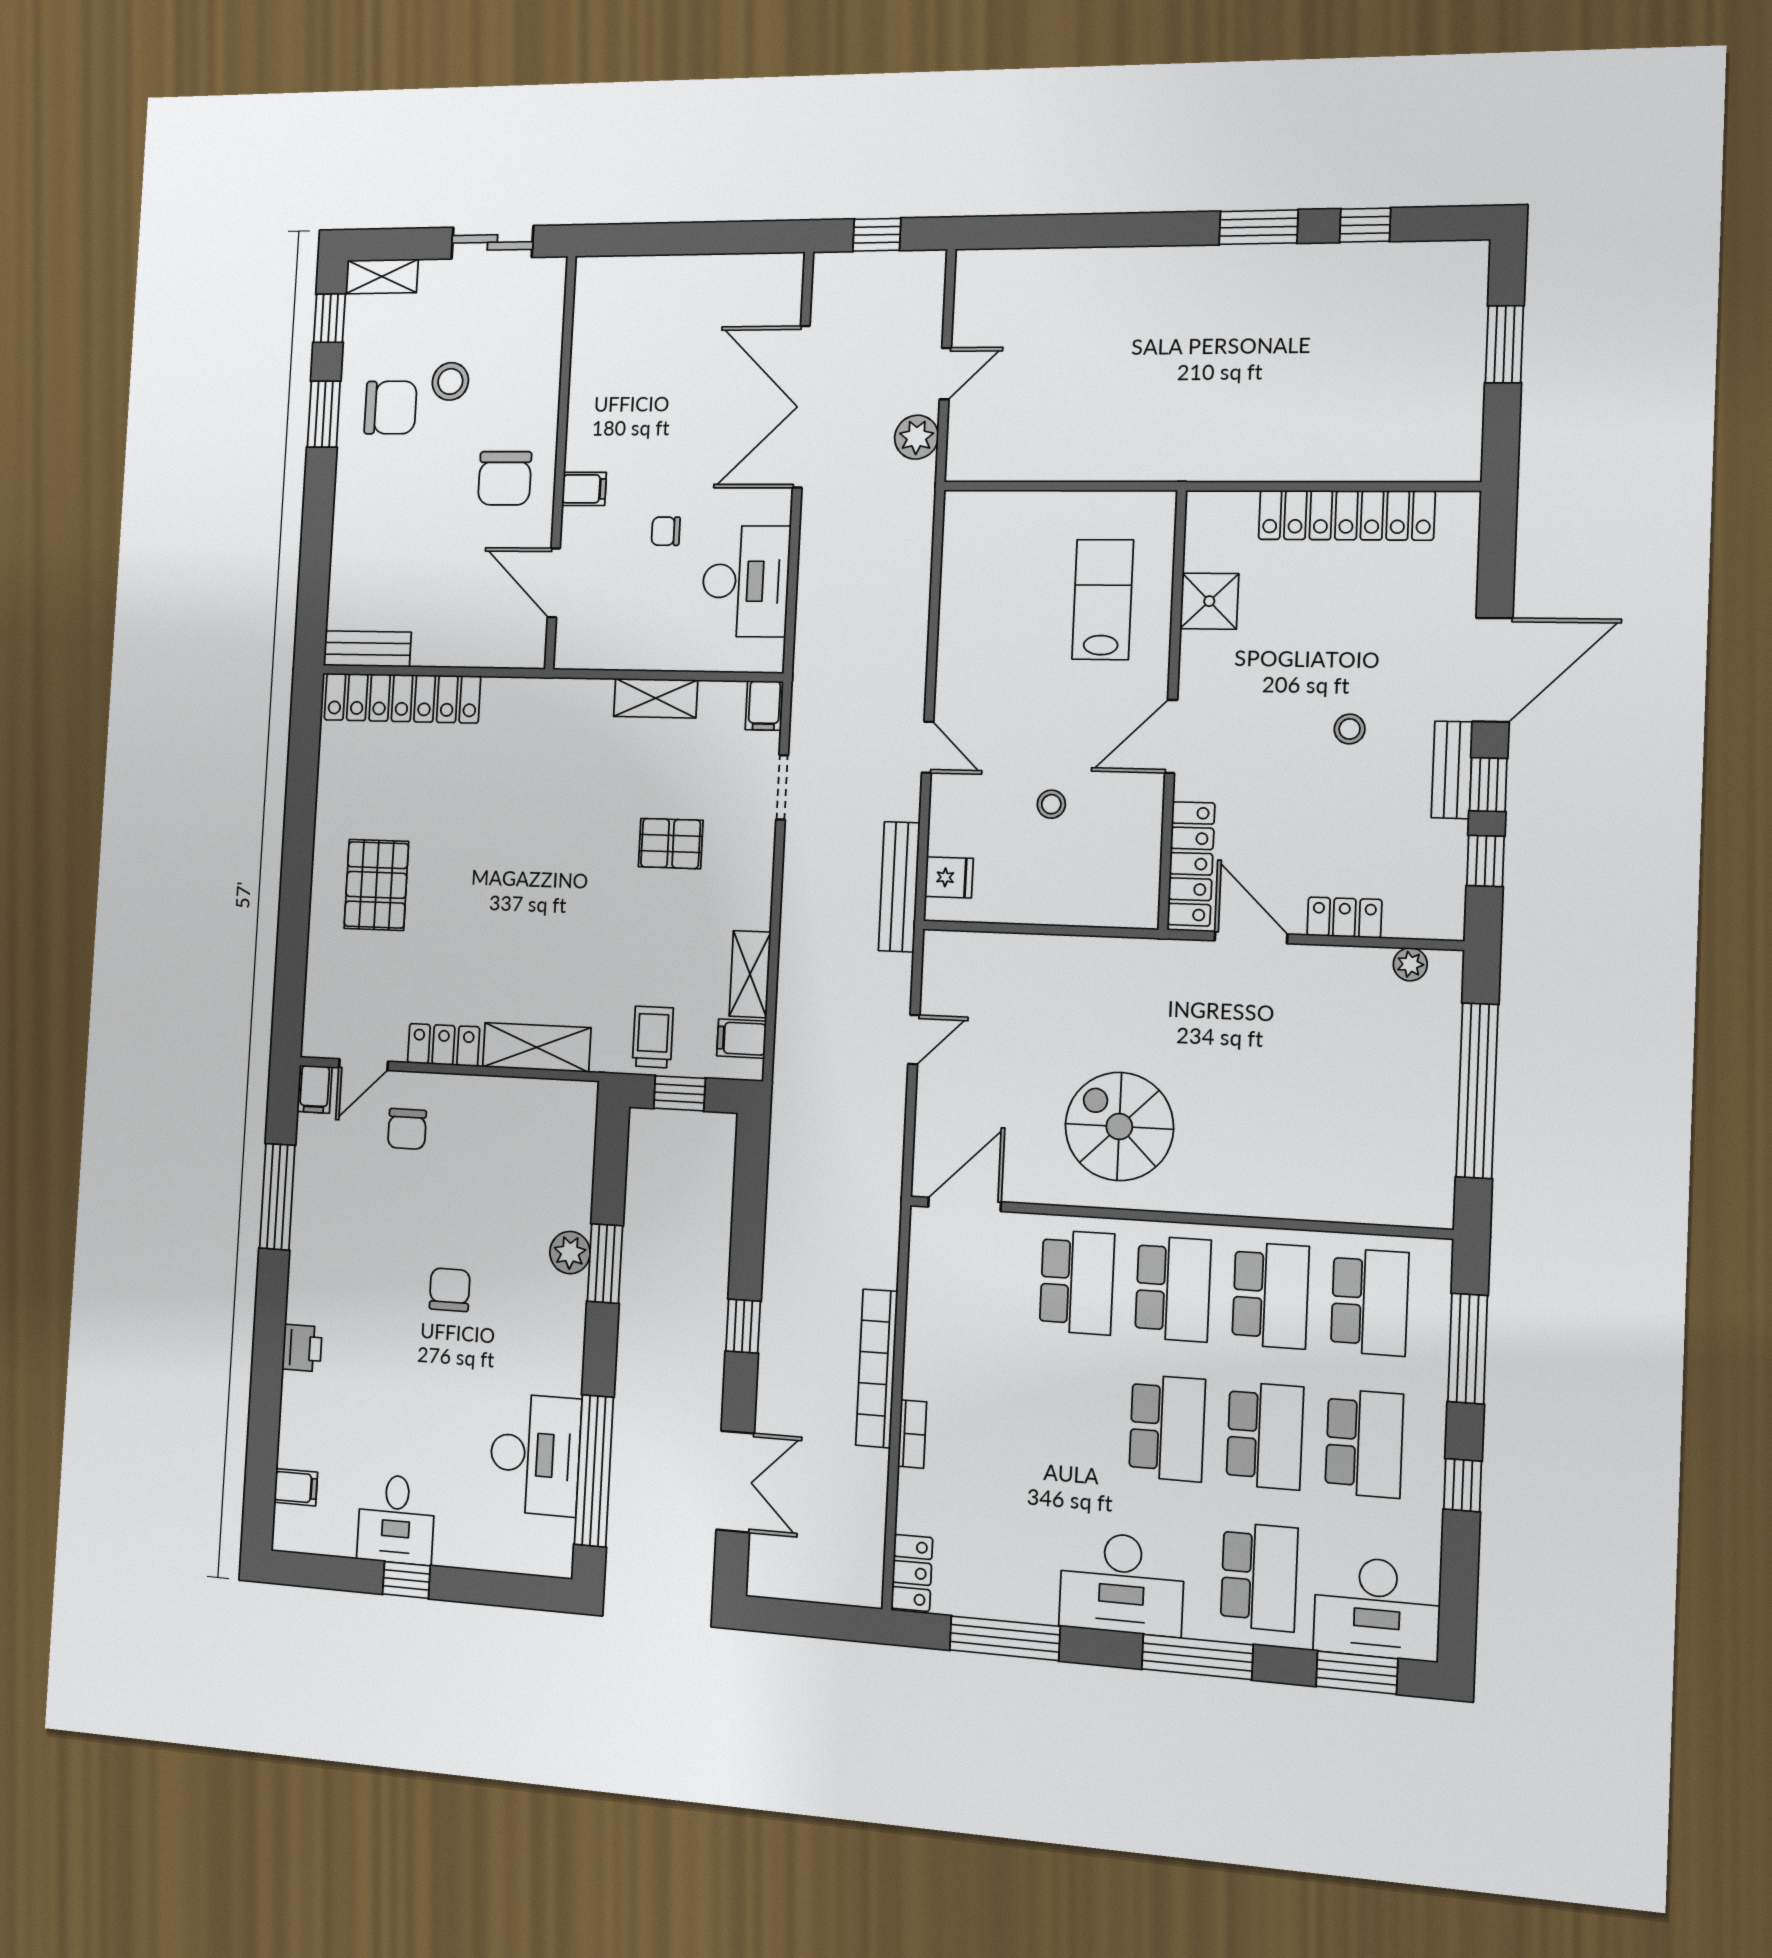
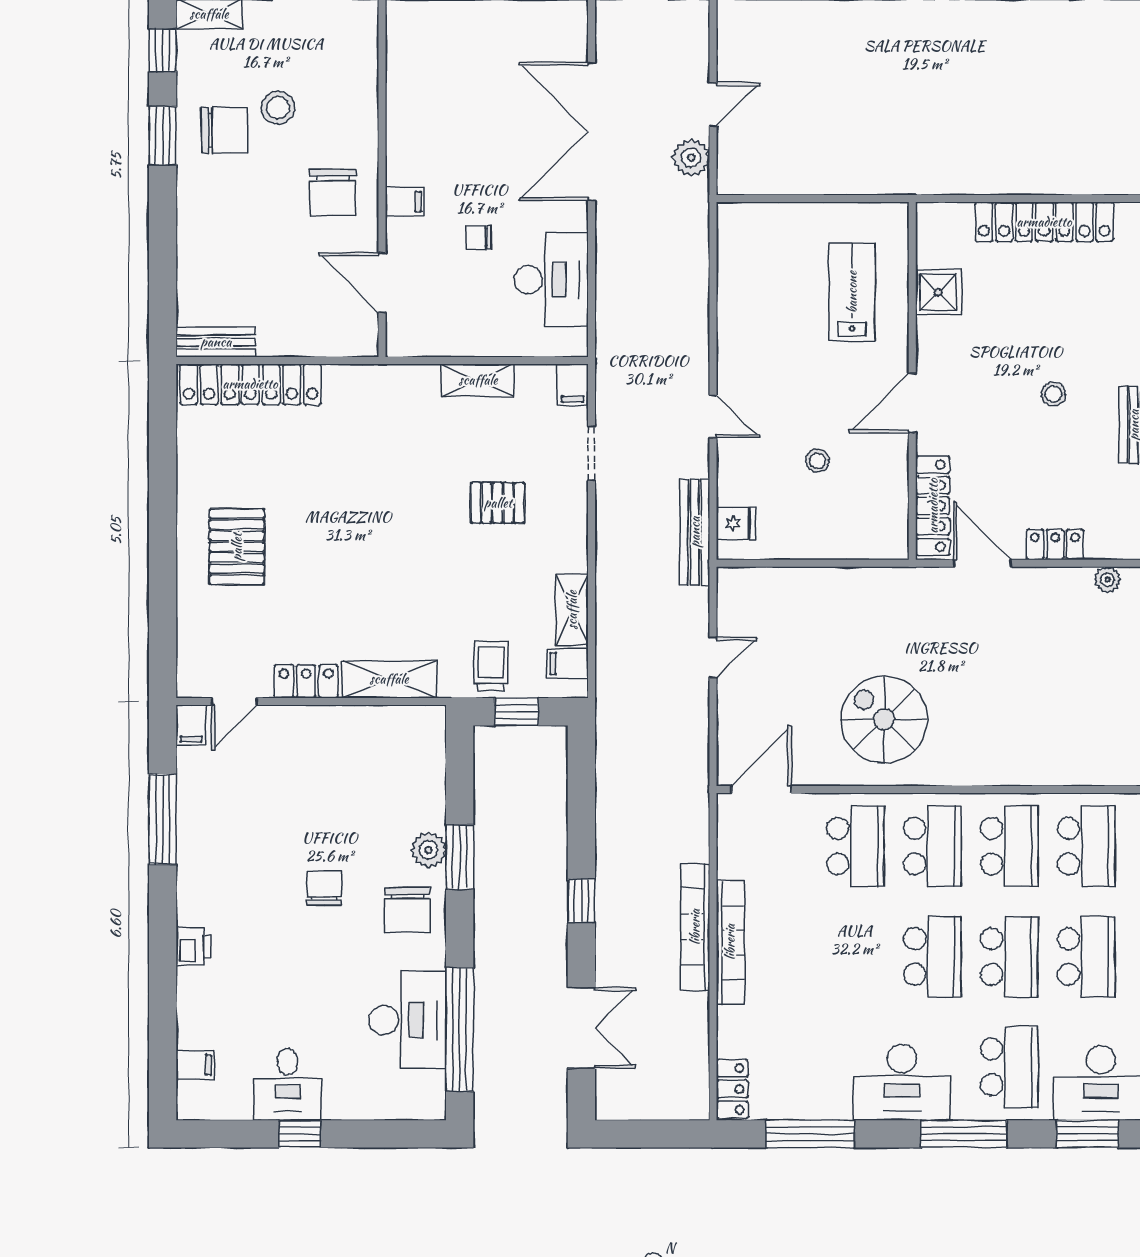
chair: (407, 1129) -> (407, 910), moved, width x1.37, depth x1.37
bookcase: (912, 1434) -> (730, 942), width x2.31, depth x1.31

